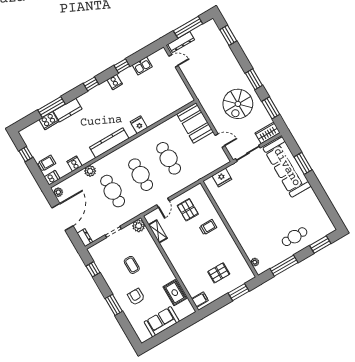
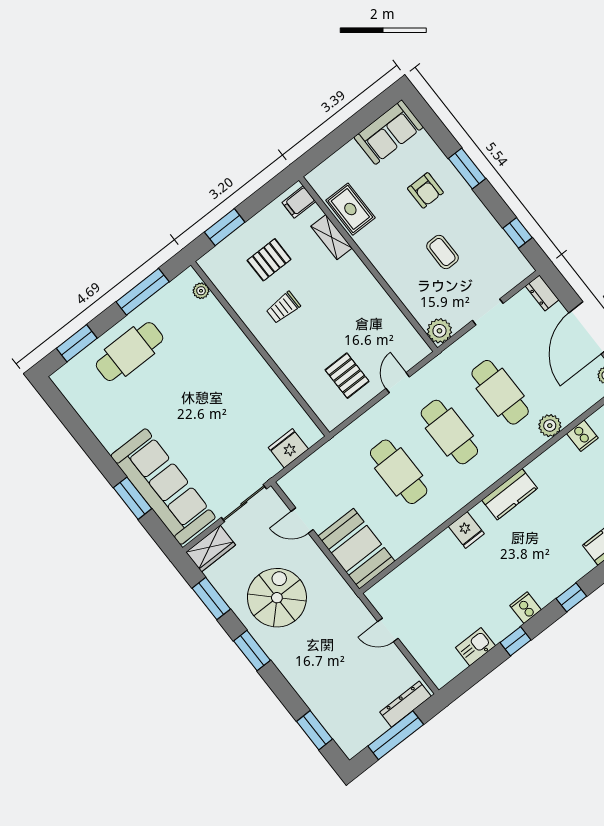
door: (173, 61) -> (388, 630), moved
kitchen counter: (109, 143) -> (510, 494), width x0.67
trolley: (208, 227) -> (283, 308), moved
shelving: (158, 231) -> (331, 237), moved
cafe table: (295, 237) -> (130, 352), width x1.37, depth x1.35
sofa: (162, 322) -> (389, 132), moved

